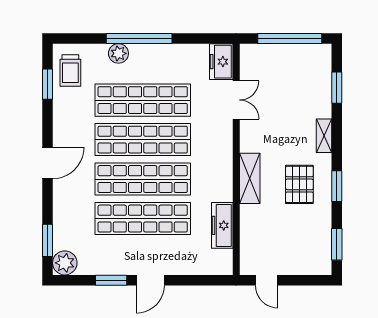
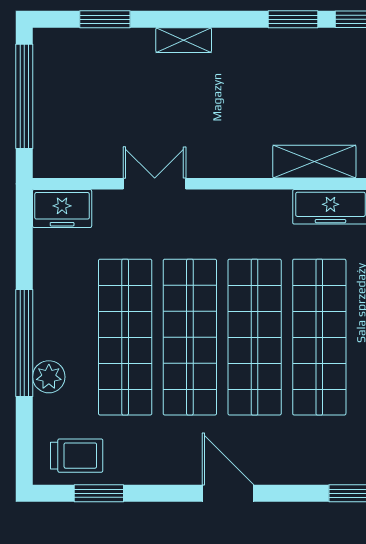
double door: (236, 100) -> (155, 184), moved
shelving: (250, 178) -> (314, 162), moved
pallet: (299, 184) -> (263, 80), removed
window: (337, 186) -> (293, 19), moved

